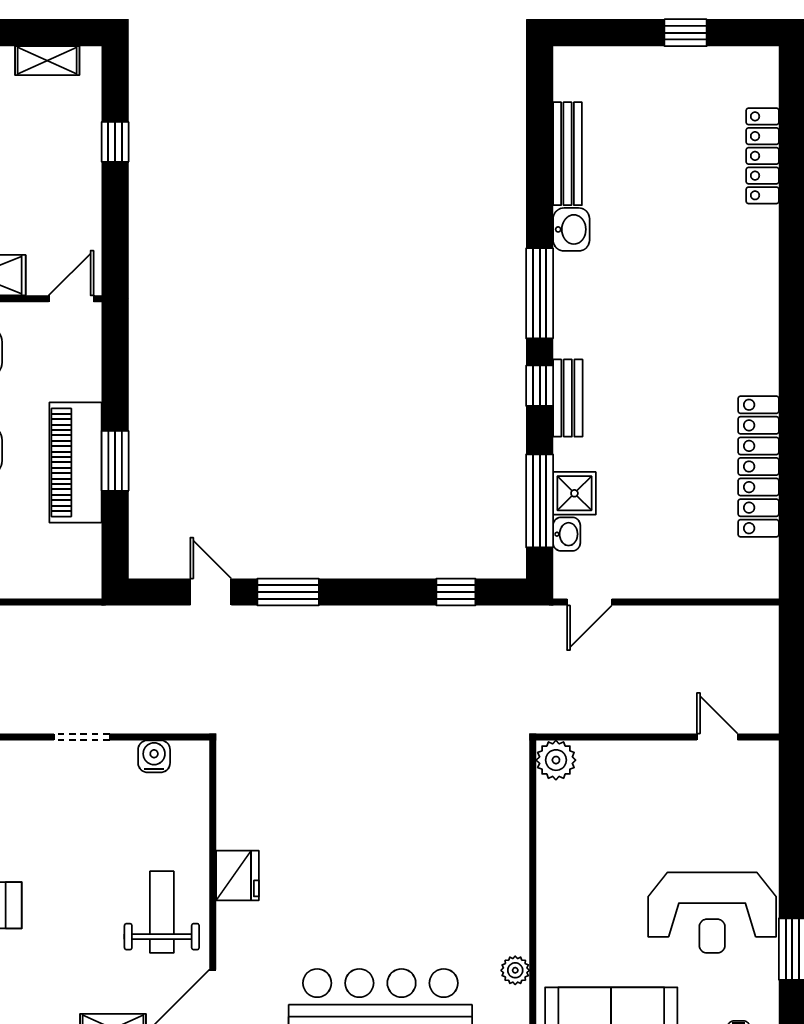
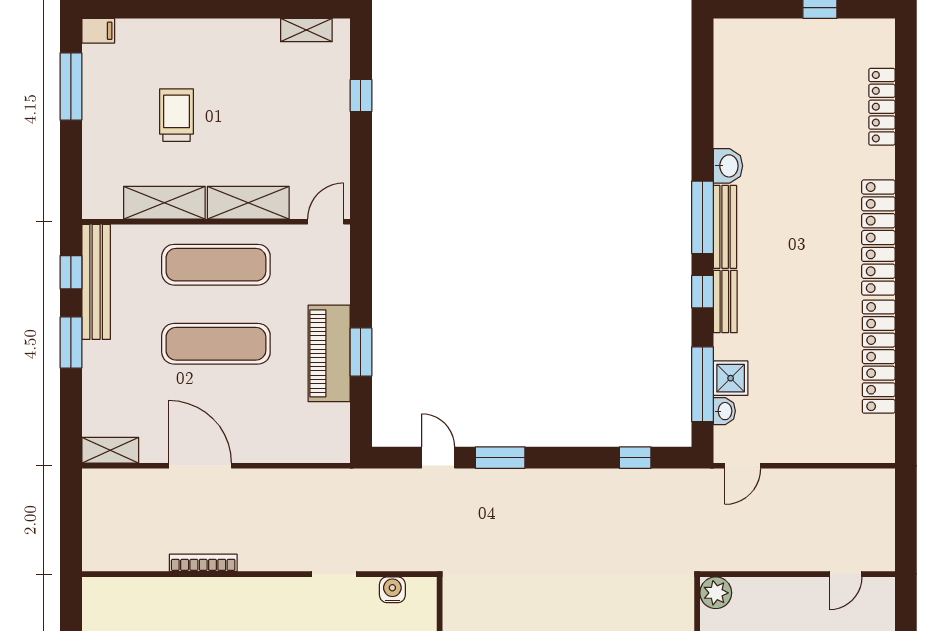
bench: (567, 154) -> (725, 227), moved
locker: (758, 319) -> (878, 238), added
door: (717, 737) -> (846, 574), swing flipped

